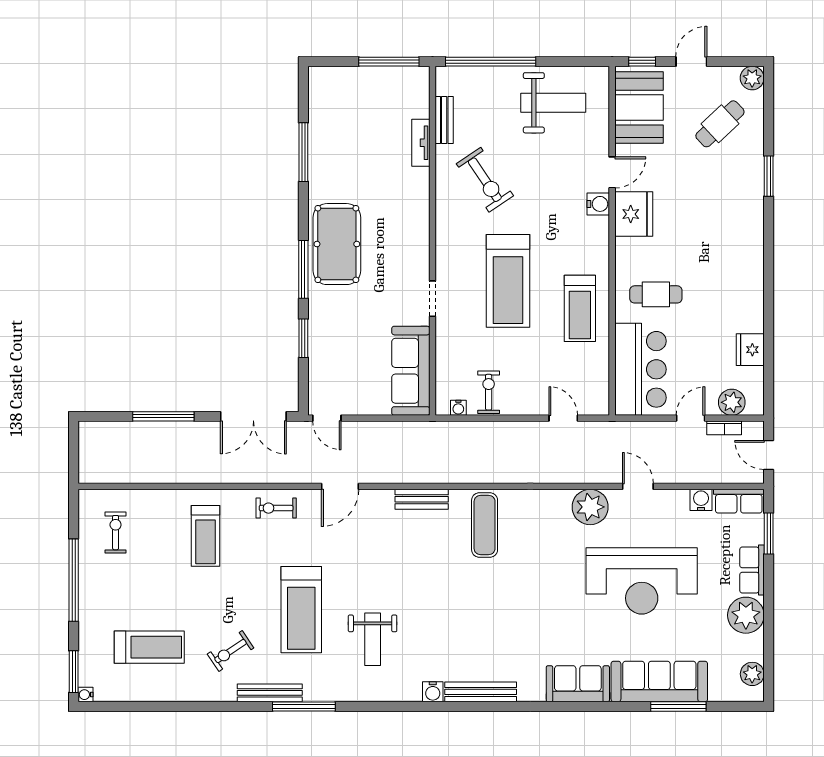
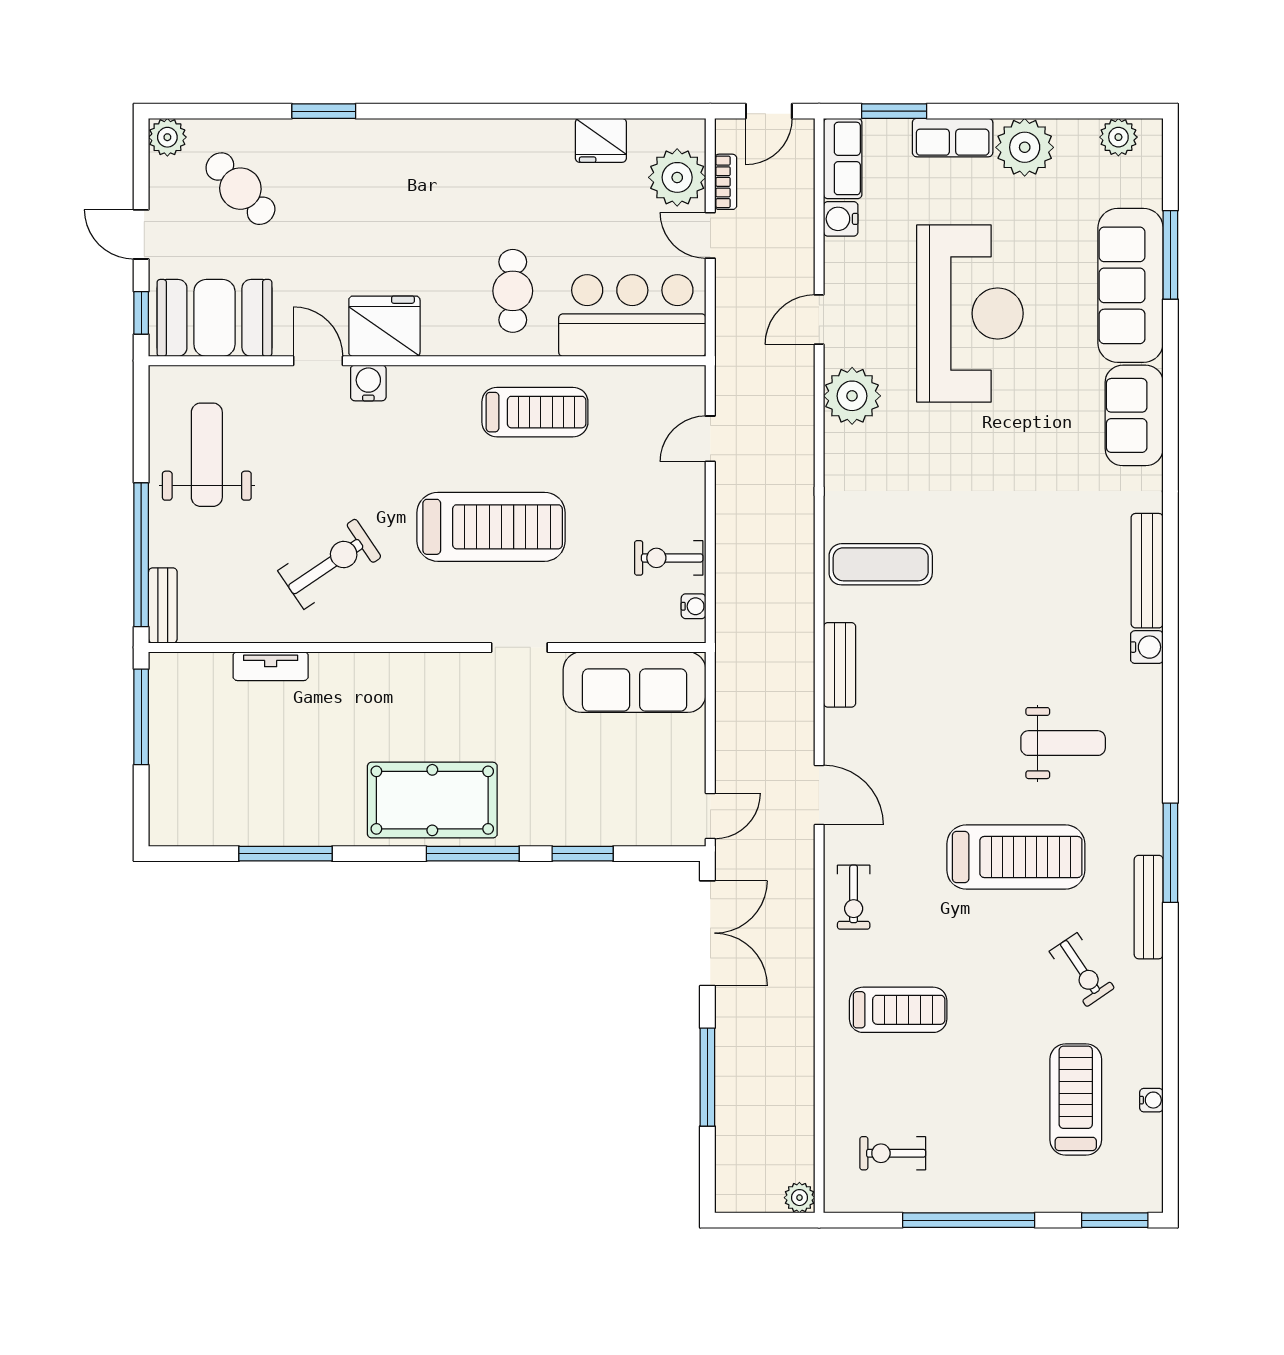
bench: (444, 120) -> (163, 605), moved, turned 90
plant: (732, 402) -> (677, 177), width x1.36, depth x1.36
plant: (88, 474) -> (799, 1198), added
water cooler: (86, 695) -> (1151, 1100), moved, turned -90

